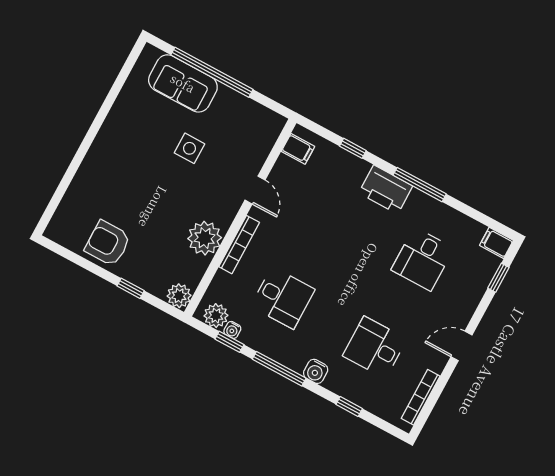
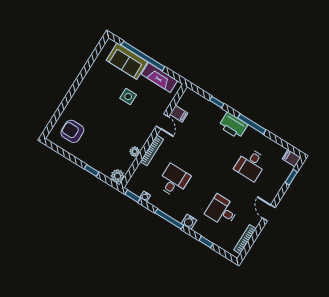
fireplace: (245, 110) -> (159, 77), added
filing cabinet: (298, 149) -> (179, 114), moved
plant: (205, 238) -> (135, 152), width x0.53, depth x0.53
armchair: (108, 243) -> (72, 131), moved
desk: (283, 298) -> (174, 181), turned -90
plant: (216, 316) -> (137, 188), removed
window: (229, 342) -> (133, 196), moved
door: (462, 346) -> (269, 213), hinge flipped

